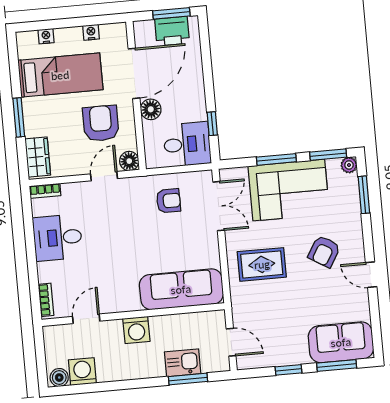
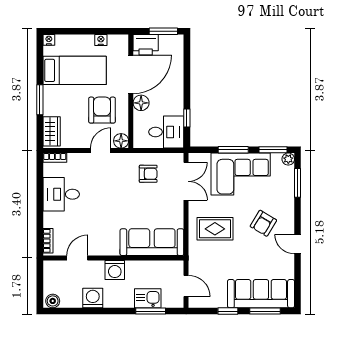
printer: (172, 31) -> (146, 45), moved
nightstand: (46, 36) -> (49, 40), moved
sofa: (341, 342) -> (261, 294), width x1.36
washing machine: (82, 372) -> (93, 298), moved

